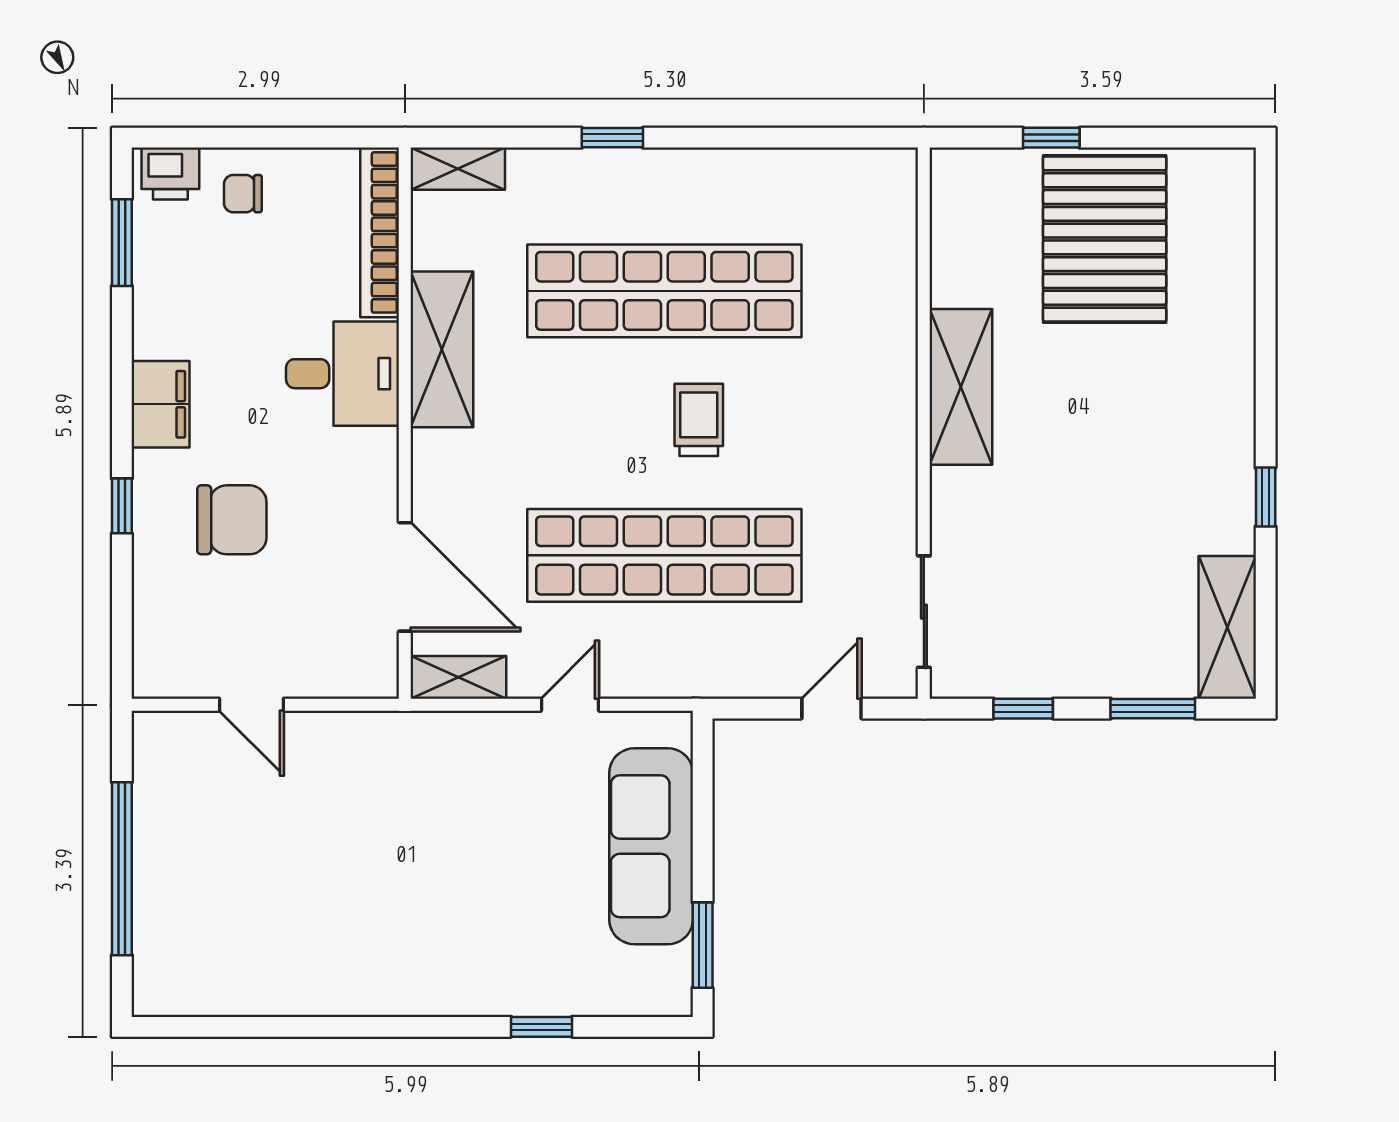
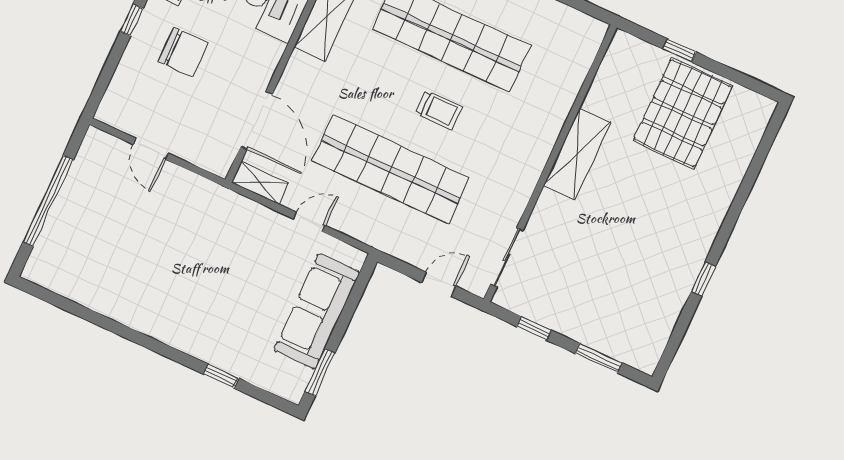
trolley: (699, 420) -> (439, 110), turned 90
shelving: (1227, 627) -> (654, 335), removed

